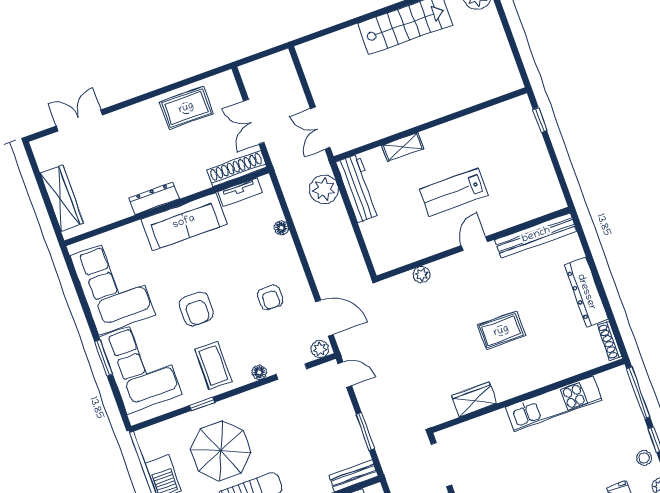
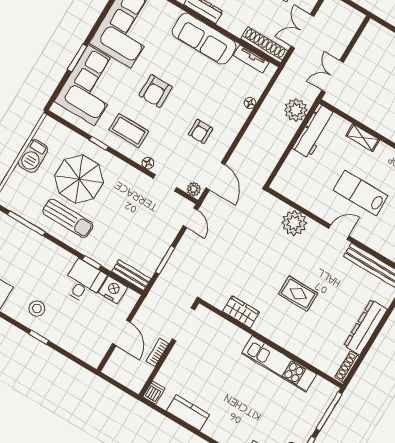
plant: (421, 275) -> (294, 223), width x1.88, depth x1.88
coffee table: (213, 365) -> (129, 131), turned 90

